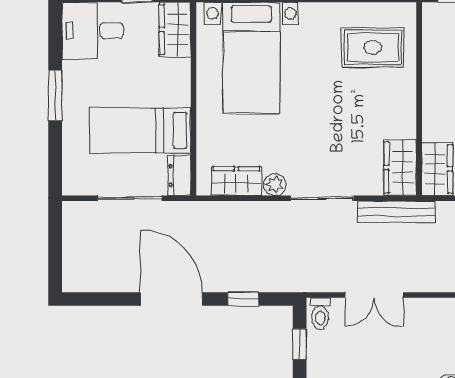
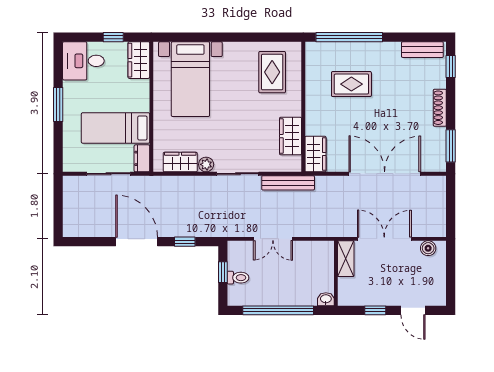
rug: (373, 47) -> (272, 72), turned 90
wardrobe: (400, 167) -> (291, 136), moved
toilet: (320, 313) -> (238, 278), moved, turned -90

